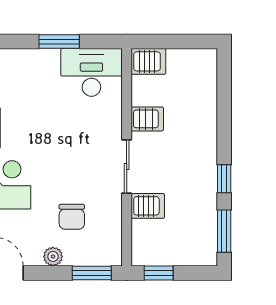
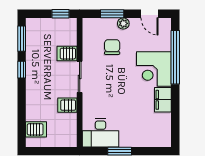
server rack: (148, 61) -> (36, 129), moved, turned 180
window: (92, 273) -> (112, 14), moved

